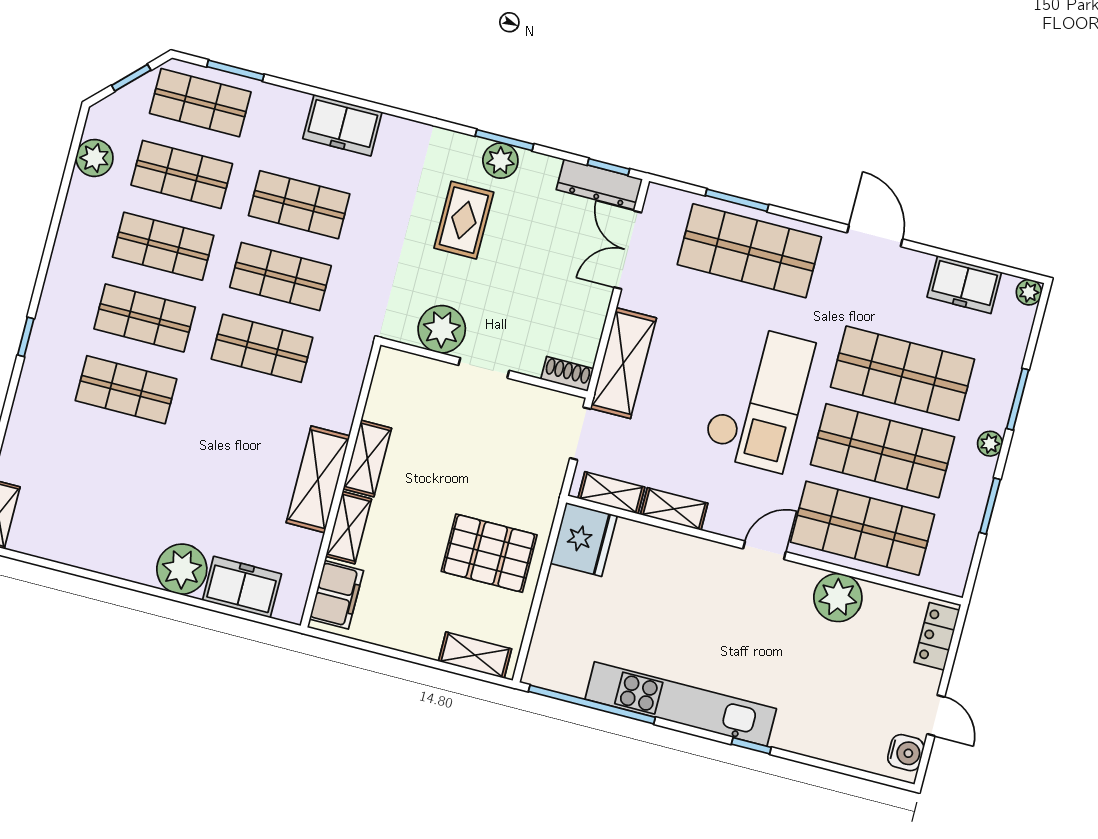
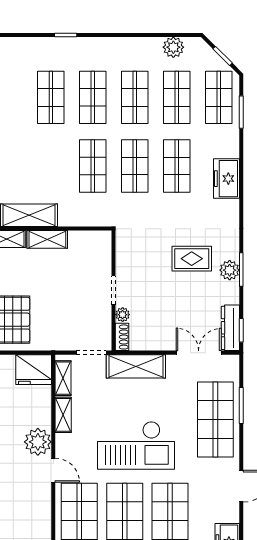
plant: (442, 329) -> (123, 315), moved, width x0.53, depth x0.53
plant: (838, 598) -> (38, 442), moved

